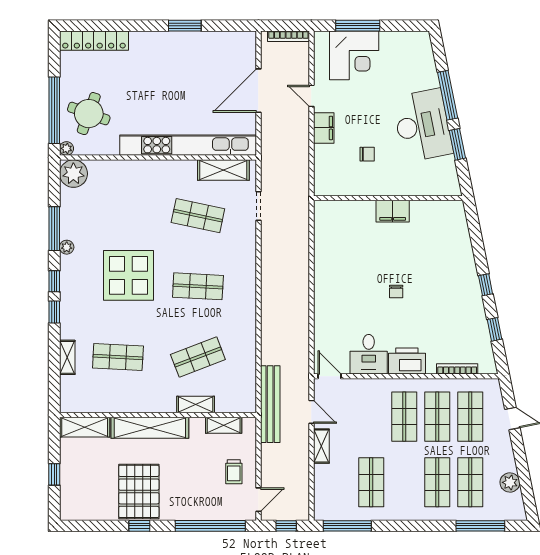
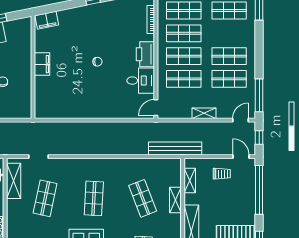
filing cabinet: (456, 218) -> (47, 20), added
door: (311, 412) -> (240, 120), moved
shop shelf: (371, 417) -> (184, 79), added
shop shelf: (437, 482) -> (229, 56), moved

